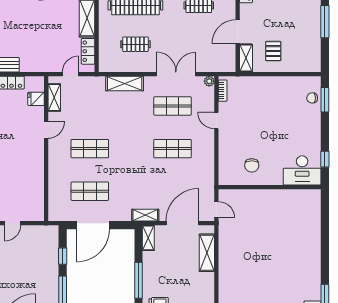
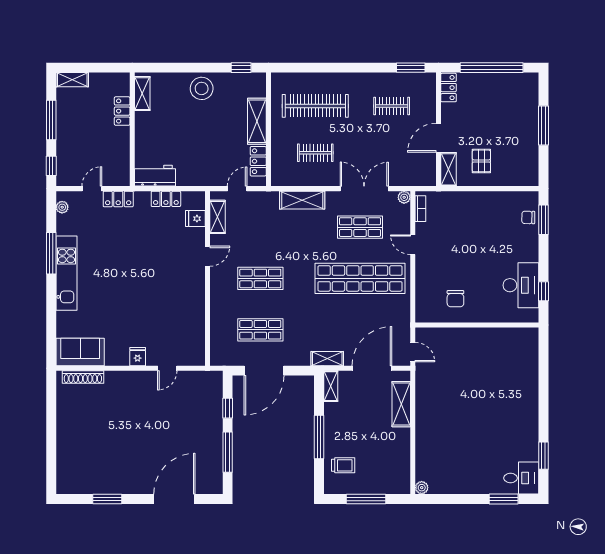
shop shelf: (173, 149) -> (360, 278), width x2.00, depth x1.36
desk: (302, 170) -> (521, 285), moved, turned -90

